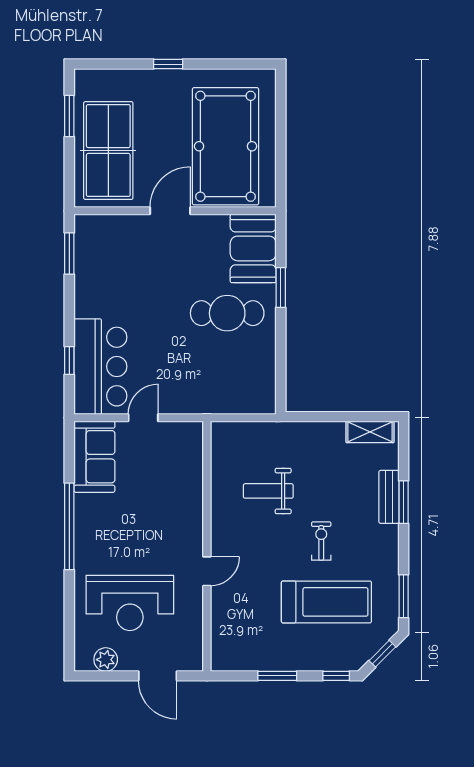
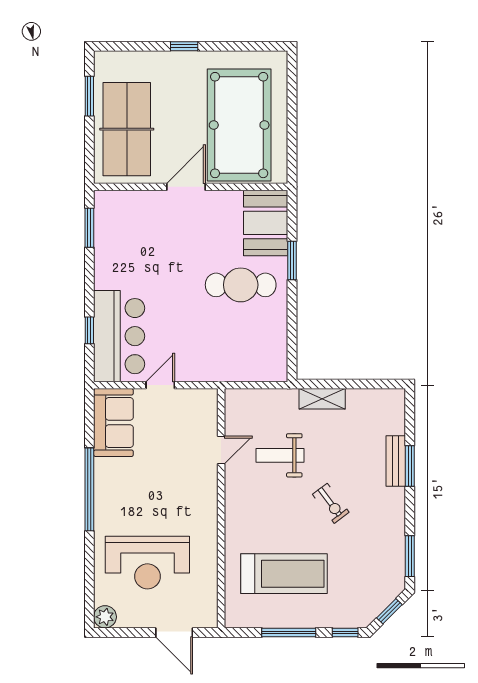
shelving: (370, 432) -> (322, 399), moved
exercise bike: (321, 541) -> (331, 503), turned 143
door: (207, 571) -> (221, 450), moved
treadmill: (326, 602) -> (284, 574), moved
plant: (106, 660) -> (105, 617), moved
window: (277, 676) -> (289, 632), width x1.44

